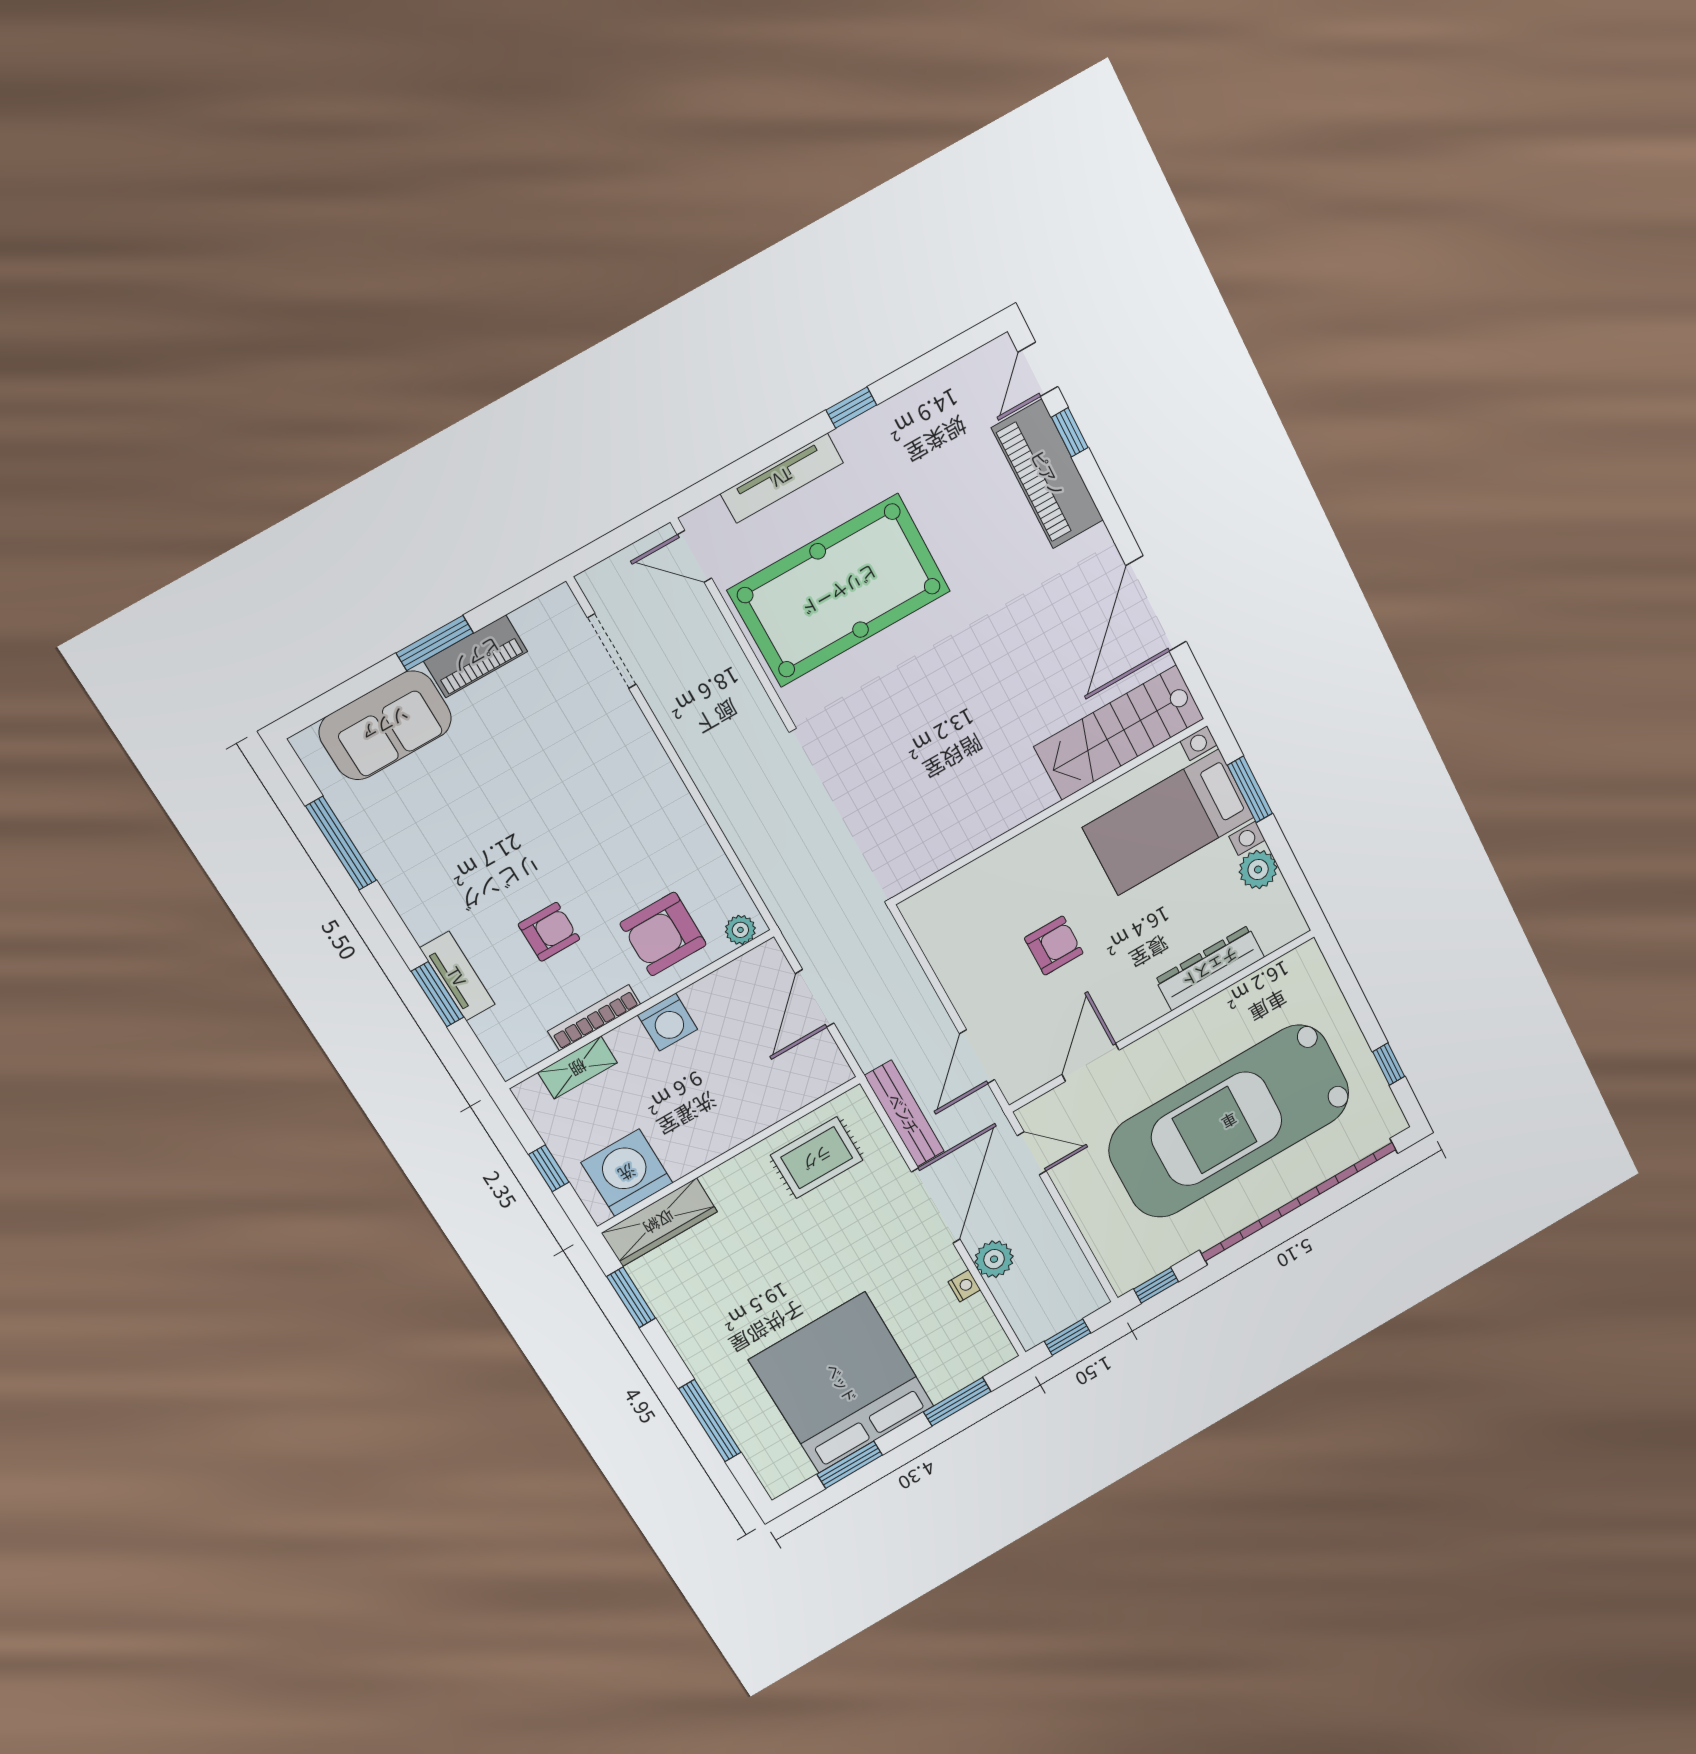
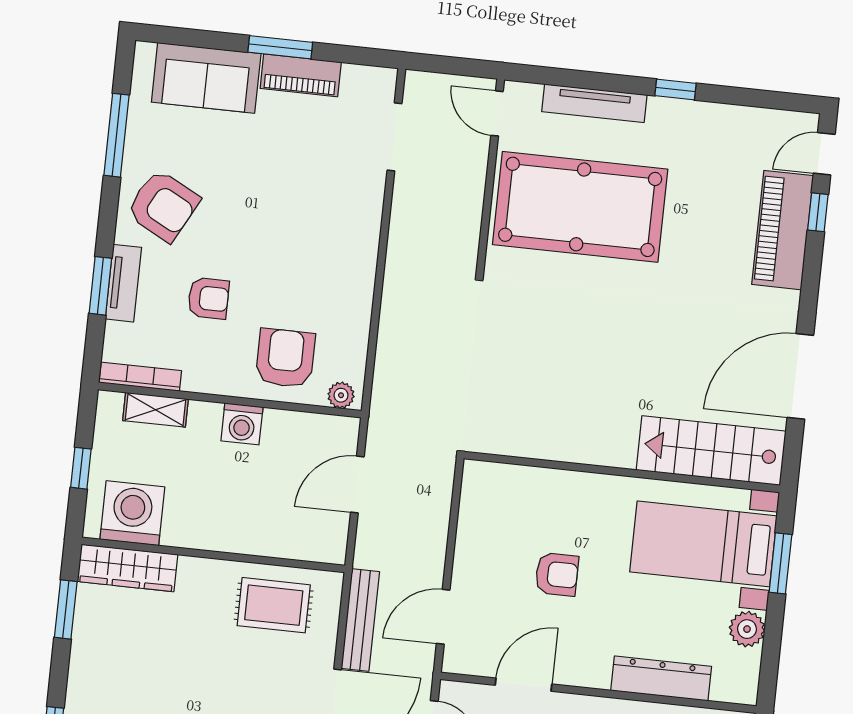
armchair: (439, 877) -> (163, 206), added
armchair: (663, 934) -> (285, 358), turned 90
bookcase: (594, 1018) -> (140, 377), moved

